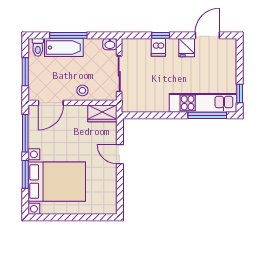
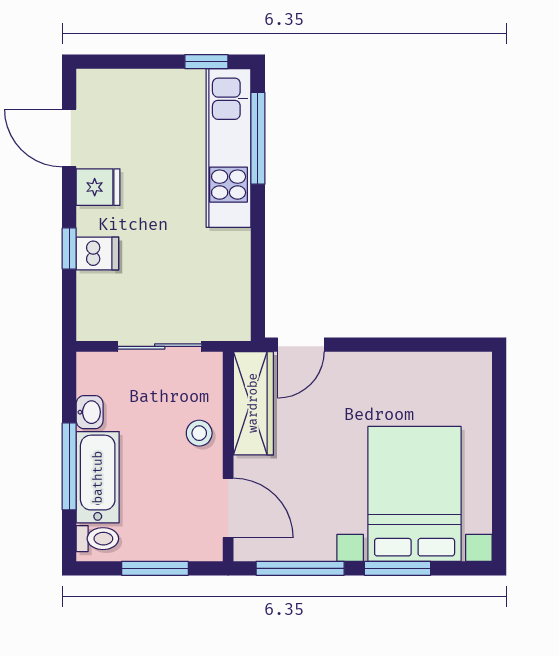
washbasin: (110, 44) -> (90, 412), moved
wardrobe: (102, 113) -> (253, 403), width x1.50
door: (120, 154) -> (301, 345), moved

